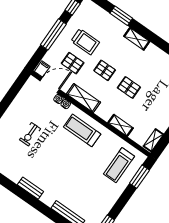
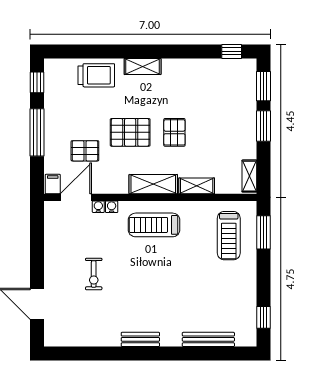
window: (121, 16) -> (104, 51), removed
trolley: (85, 42) -> (96, 75), moved
pallet: (105, 70) -> (130, 132), width x1.50, depth x1.42
pallet: (129, 87) -> (174, 132), turned 90
shelving: (83, 98) -> (153, 184), moved

